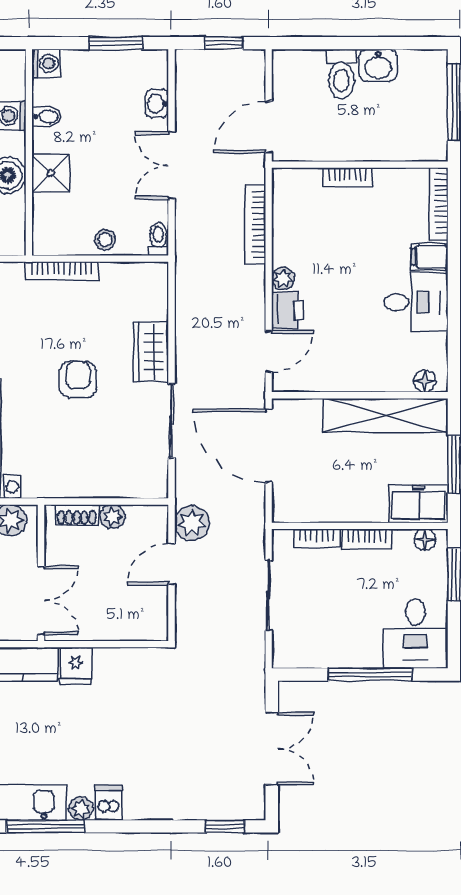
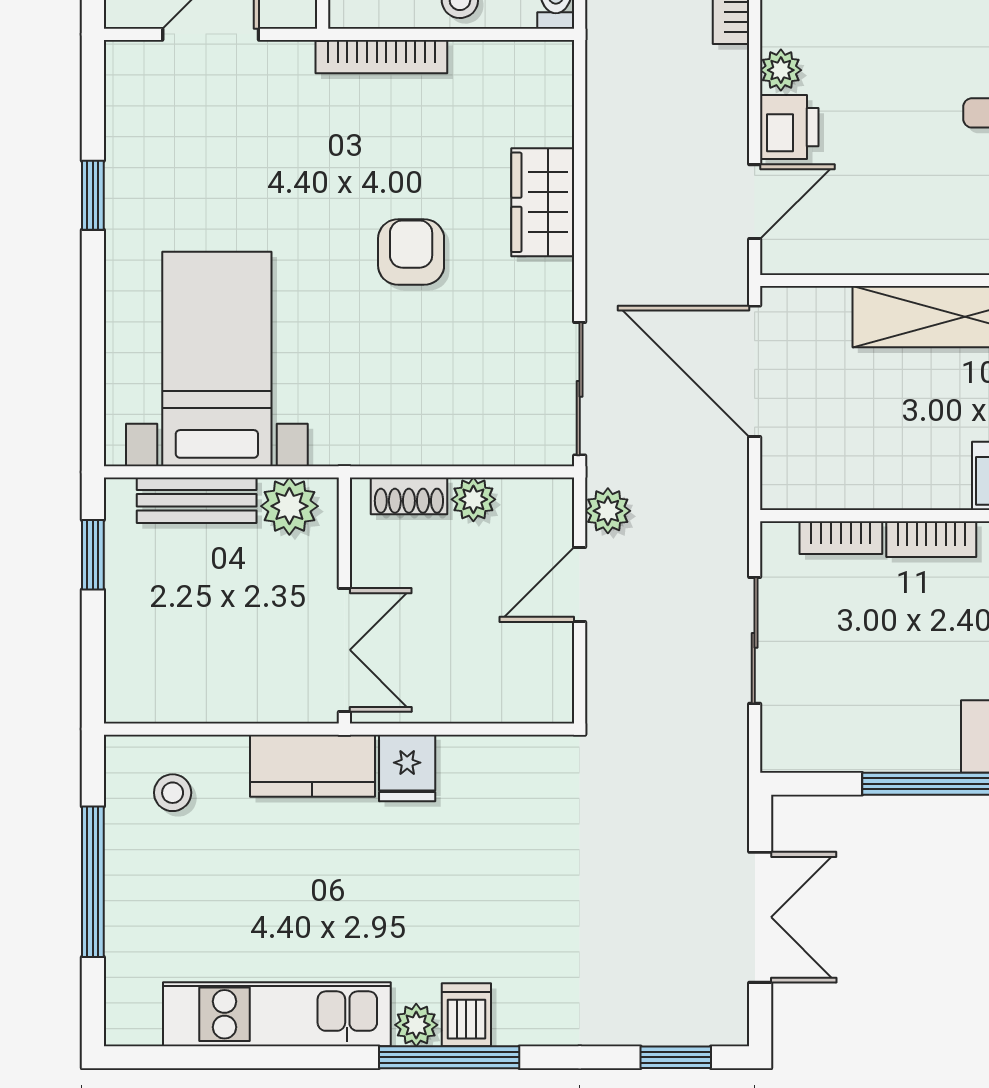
sliding door: (172, 421) -> (580, 389), moved
plant: (192, 523) -> (608, 511), width x0.73, depth x0.73
window: (46, 826) -> (449, 1057), moved

